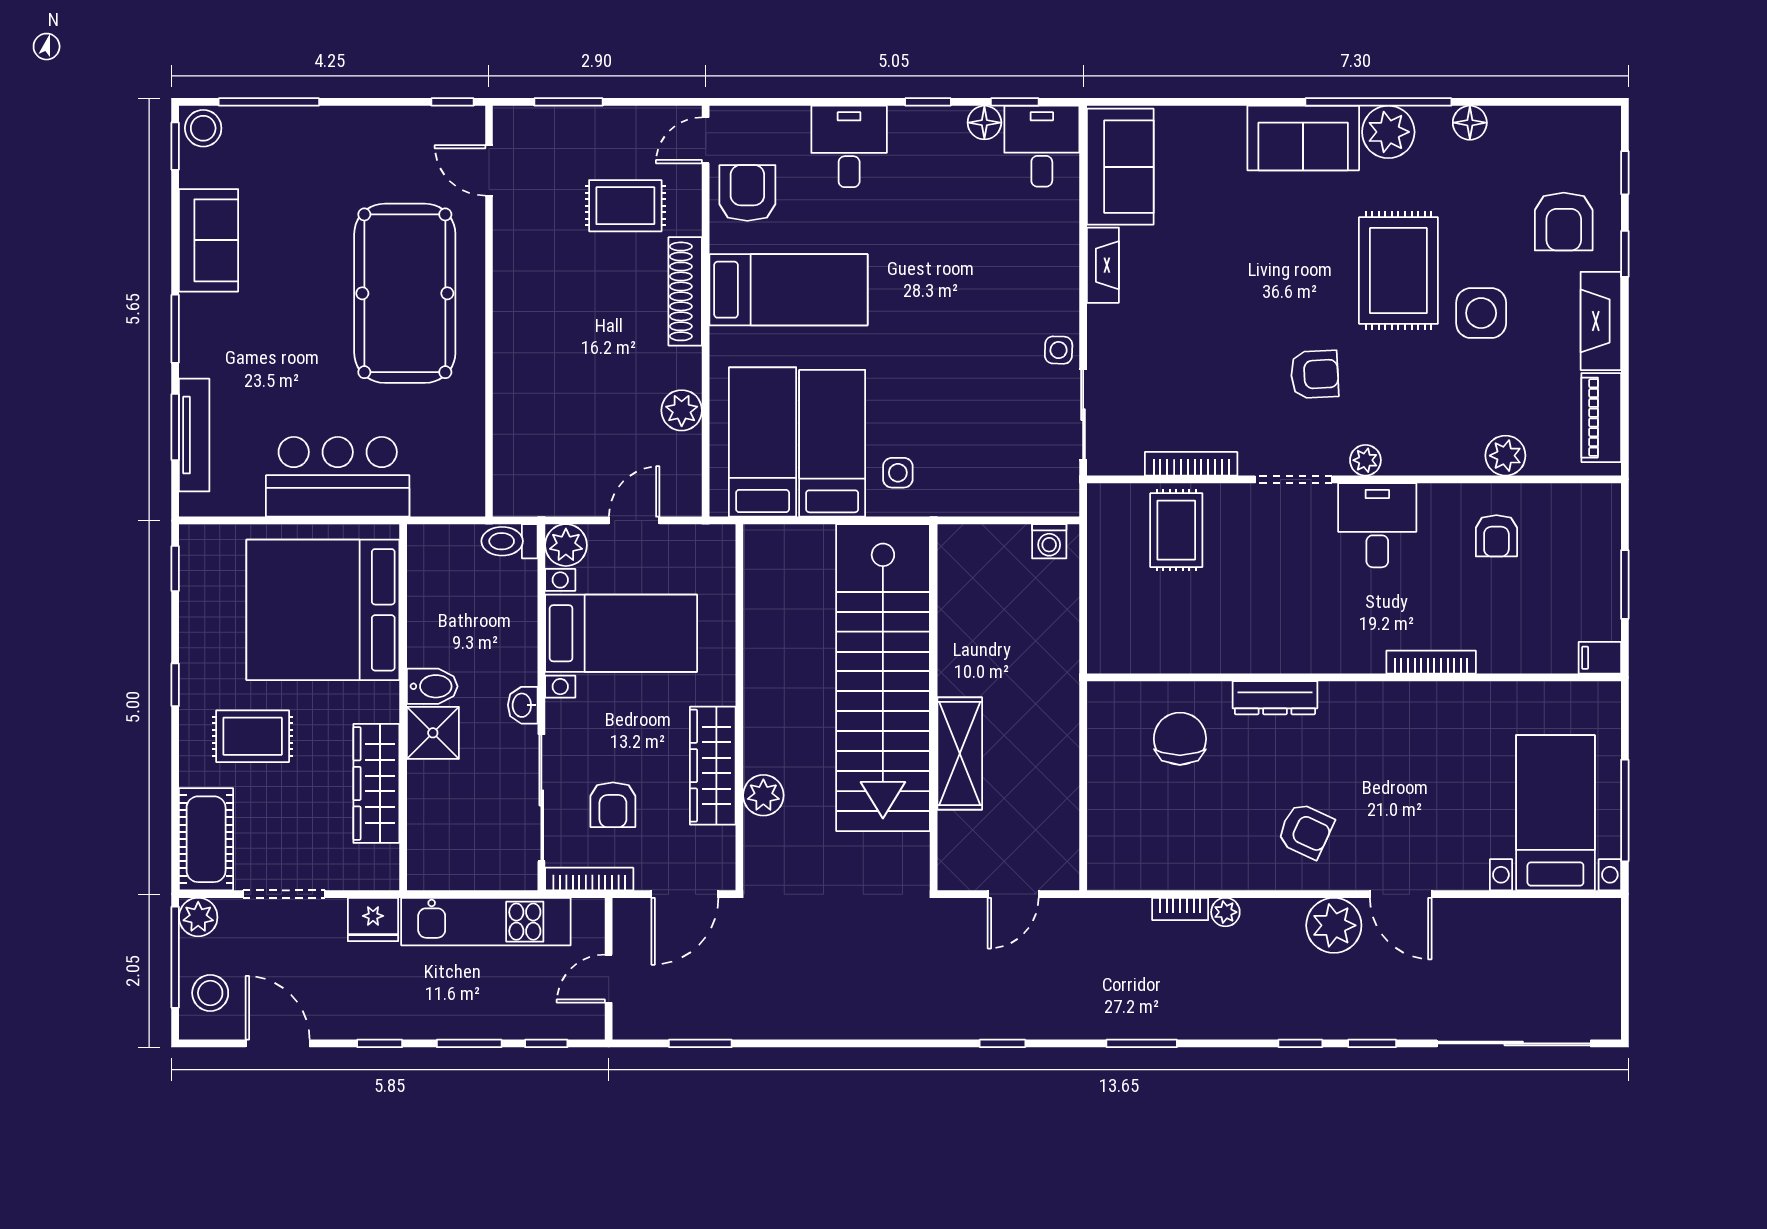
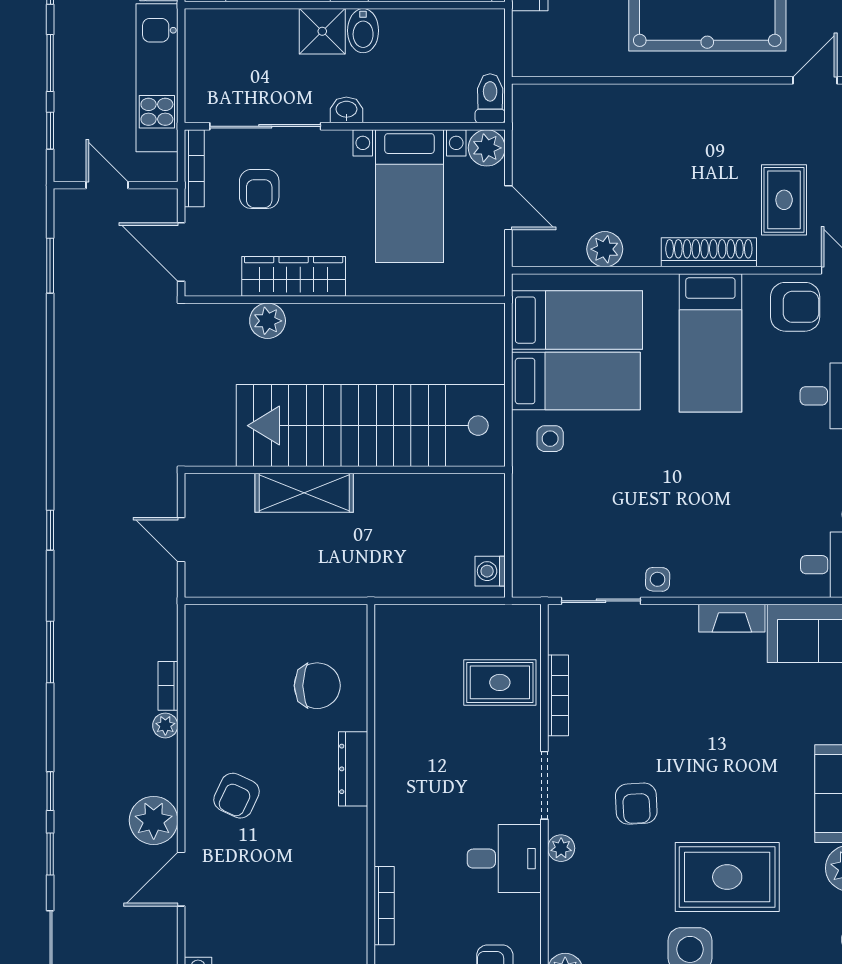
armchair: (613, 805) -> (259, 189), turned -90

